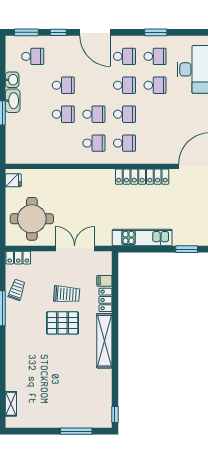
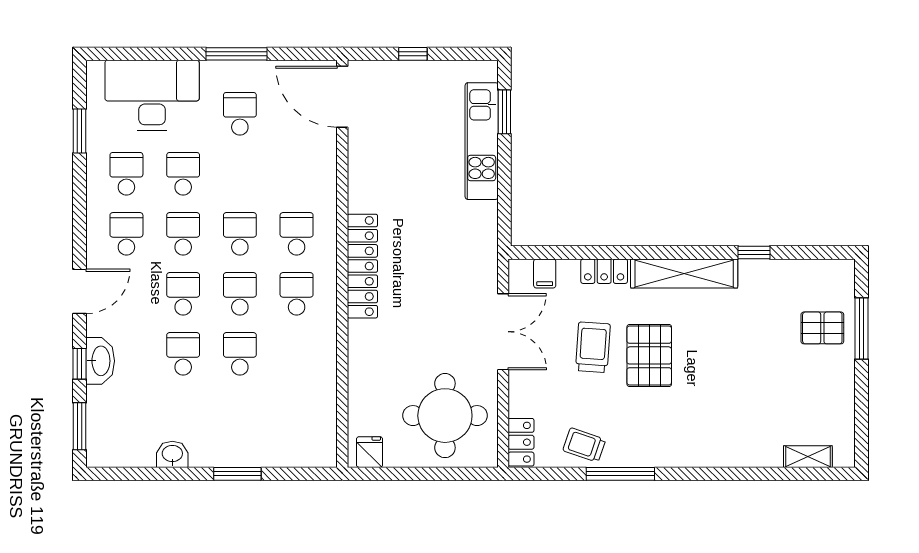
door: (95, 32) -> (79, 291), width x0.73
window: (156, 32) -> (79, 131), moved
school desk: (33, 56) -> (183, 294), moved
washbasin: (13, 101) -> (100, 361), moved, turned 90
school desk: (186, 114) -> (240, 114), added
locker: (142, 177) -> (362, 266), moved
kitchen unit: (142, 237) -> (482, 141), moved
double door: (75, 248) -> (503, 332), swing flipped
filing cabinet: (104, 281) -> (545, 273), moved
pallet: (77, 411) -> (822, 328), added
window: (115, 414) -> (754, 253), moved

